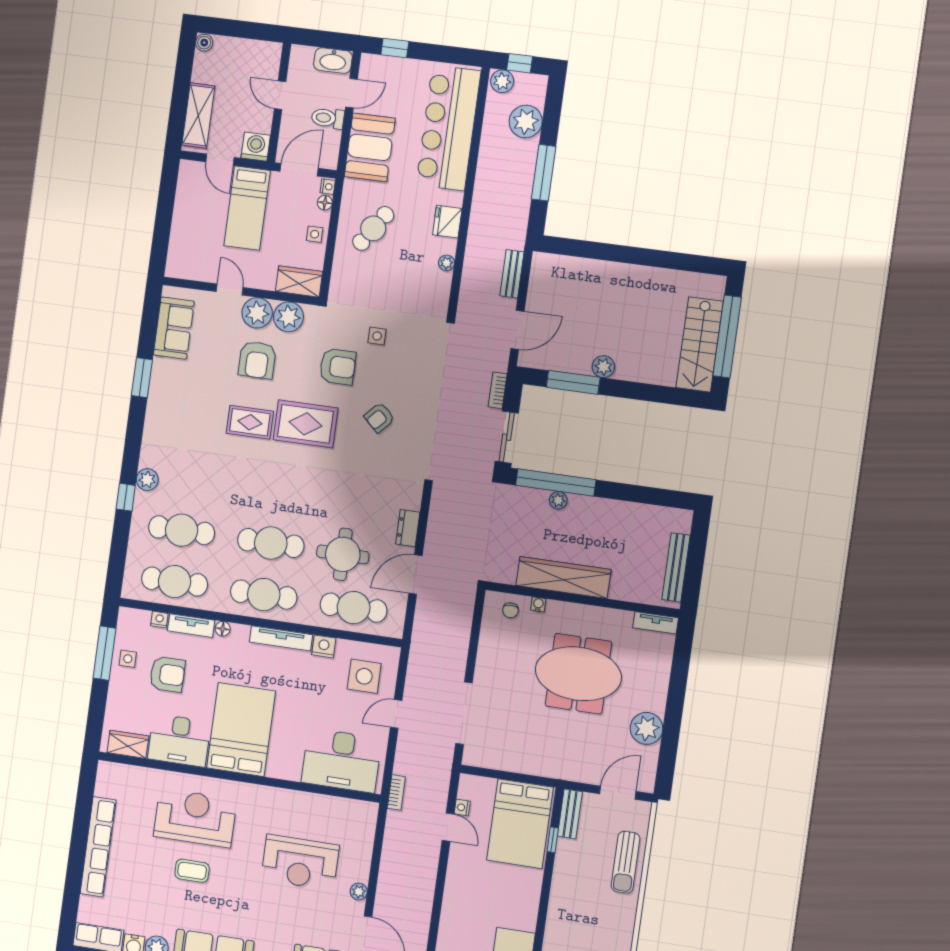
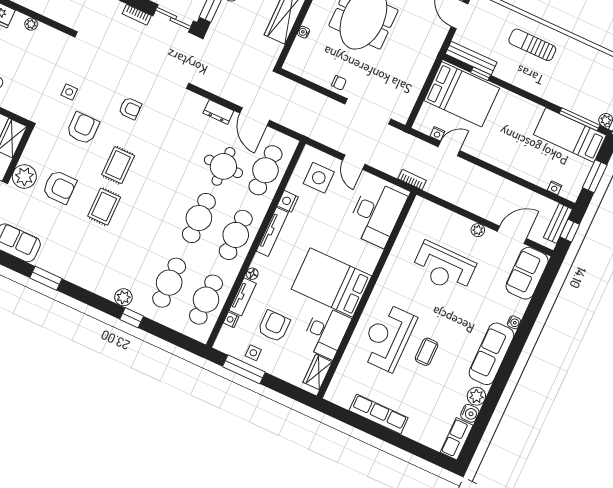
plant: (288, 317) -> (35, 154), removed
armchair: (379, 417) -> (130, 108), turned -43
rug: (306, 424) -> (118, 165), width x0.73, depth x0.70
chair: (511, 610) -> (339, 83), moved
bench: (570, 814) -> (471, 58), width x1.36
row of seats: (98, 847) -> (379, 414), width x0.73
reception desk: (300, 862) -> (443, 268), turned 90
sun lounger: (625, 862) -> (532, 45), moved, turned 180

